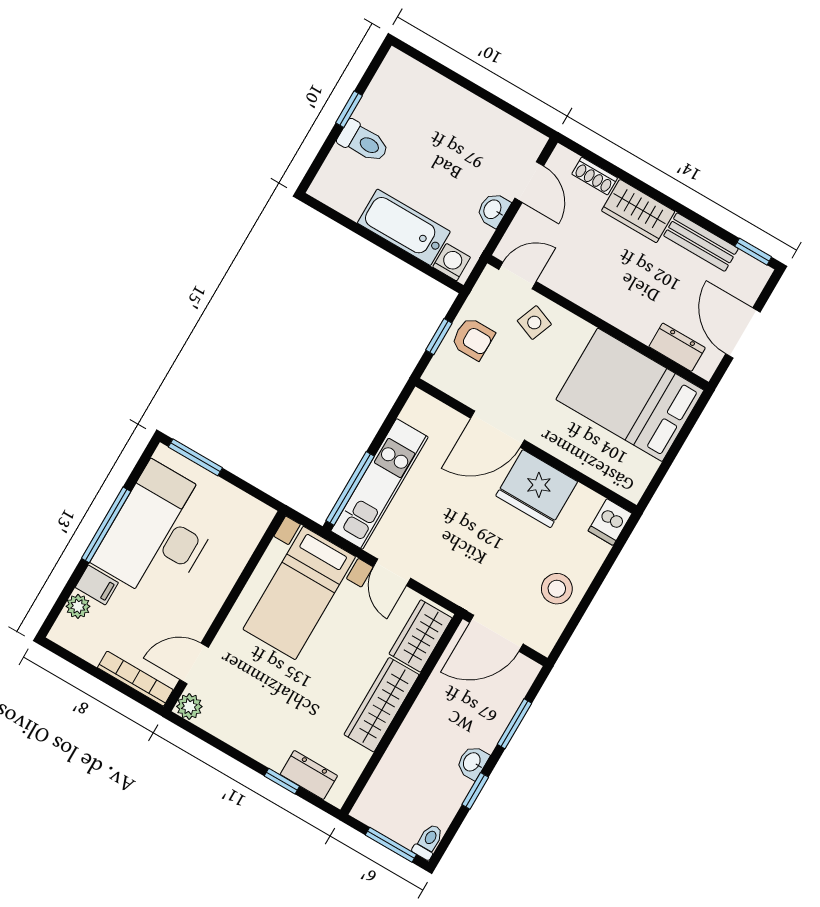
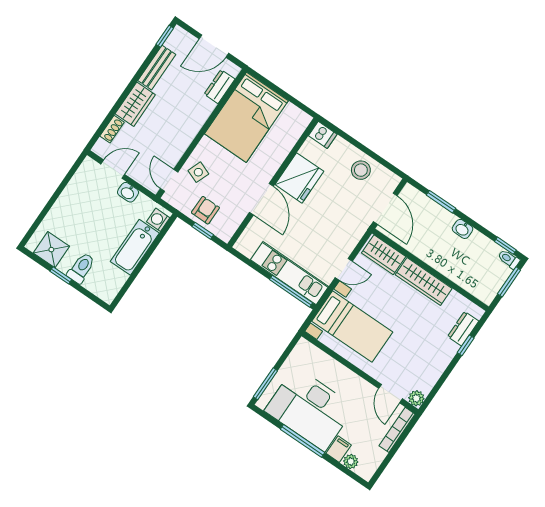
shower: (390, 91) -> (51, 250), added
window: (475, 791) -> (505, 246), moved

